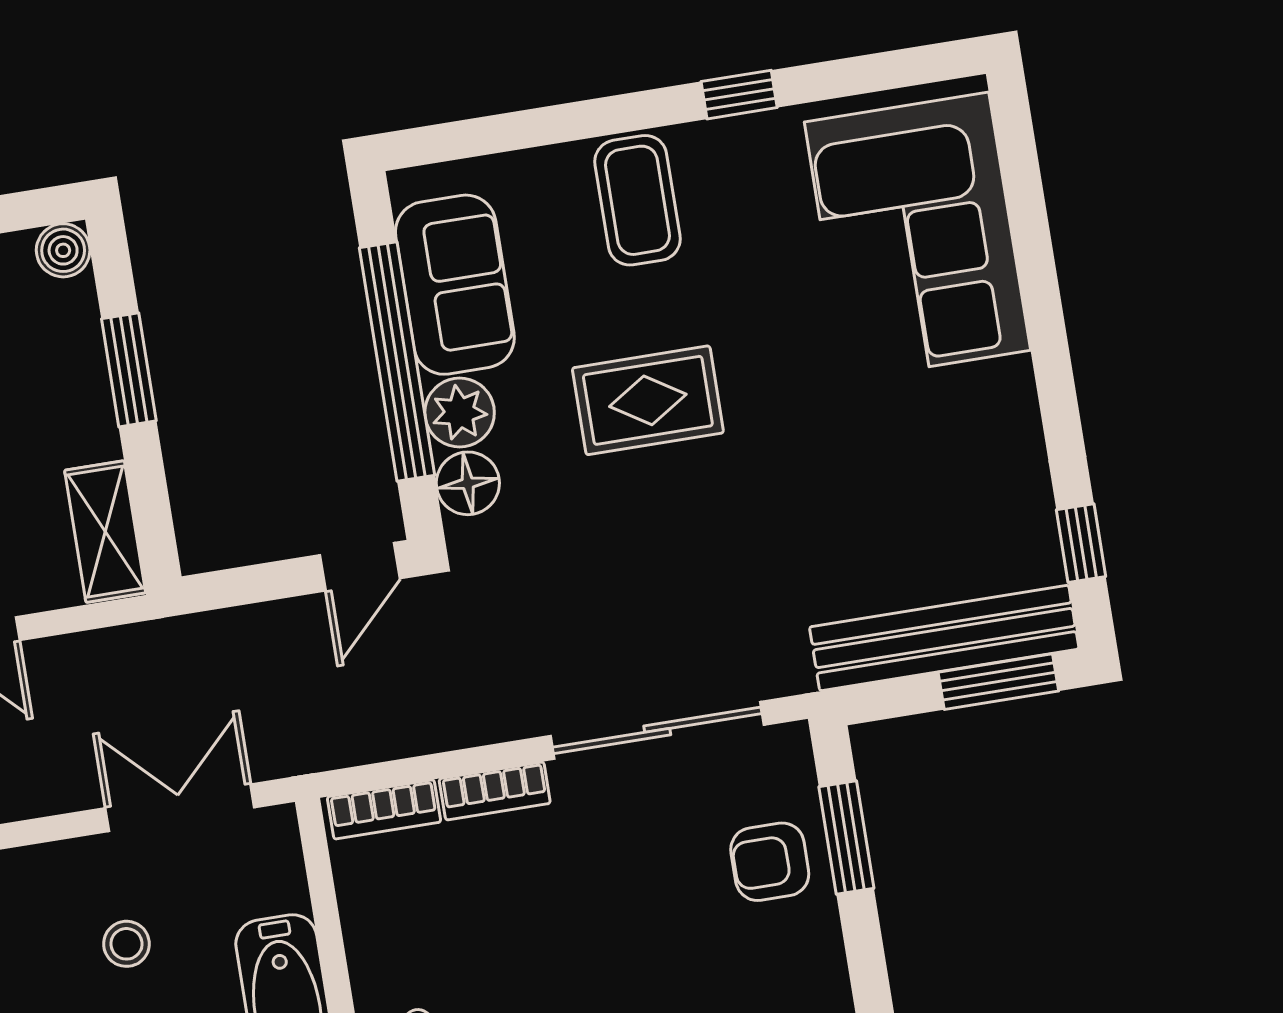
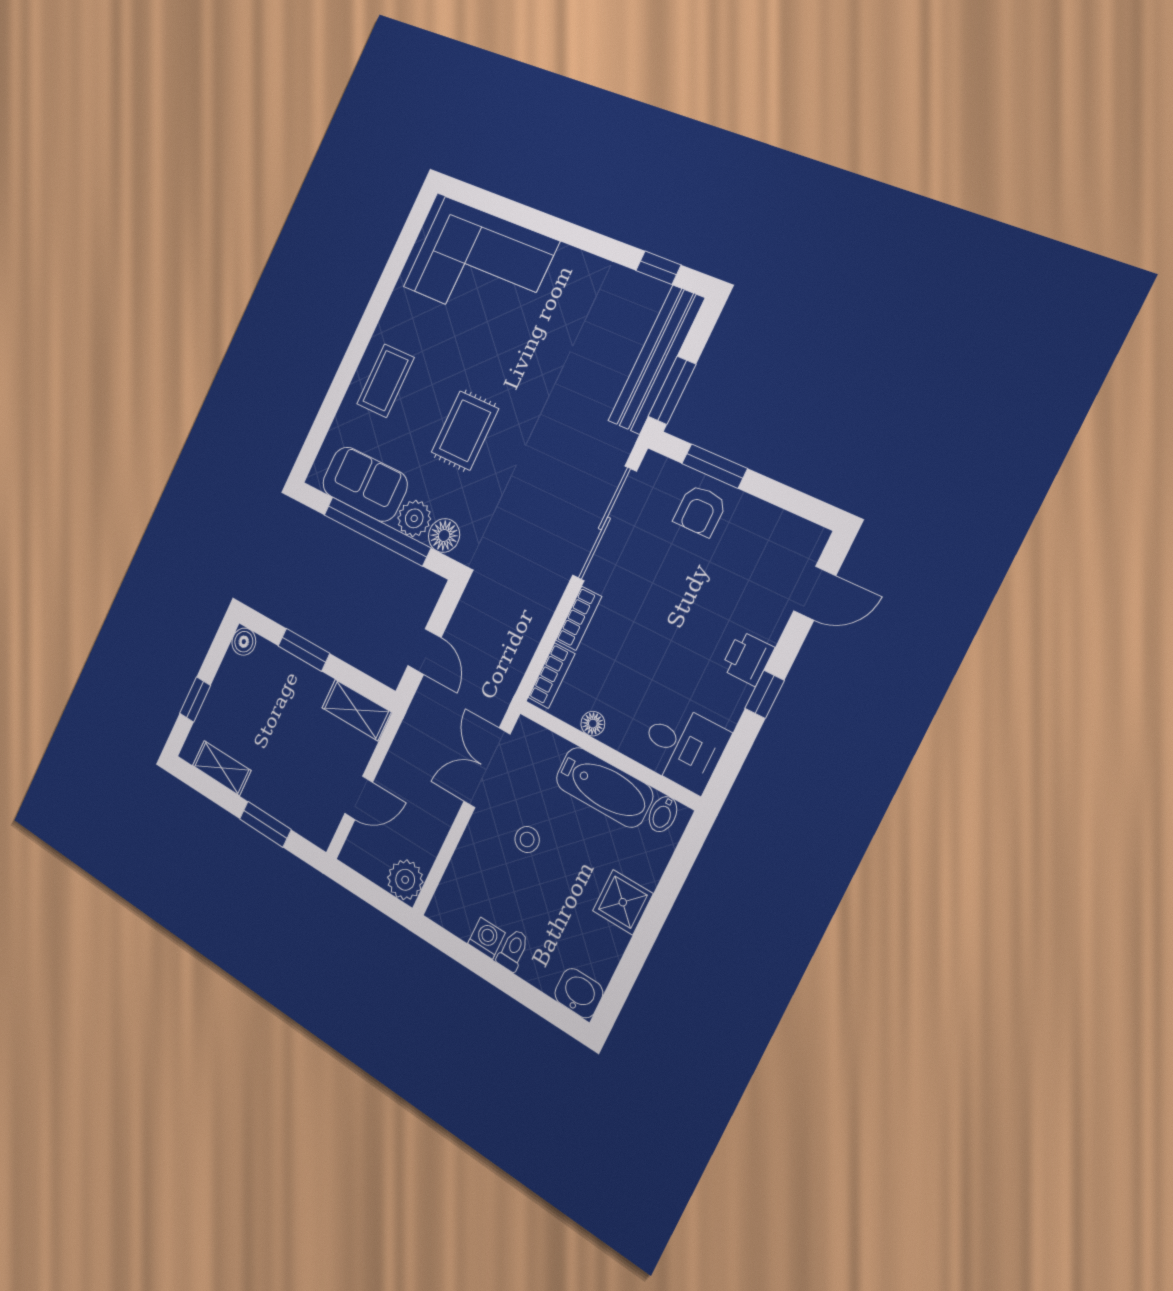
window: (739, 95) -> (375, 309), removed
coffee table: (638, 200) -> (385, 381), turned 90
door: (360, 567) -> (424, 652), moved
window: (998, 682) -> (672, 390), moved
floor lamp: (362, 921) -> (593, 724), added

